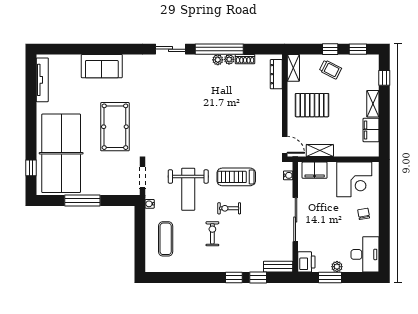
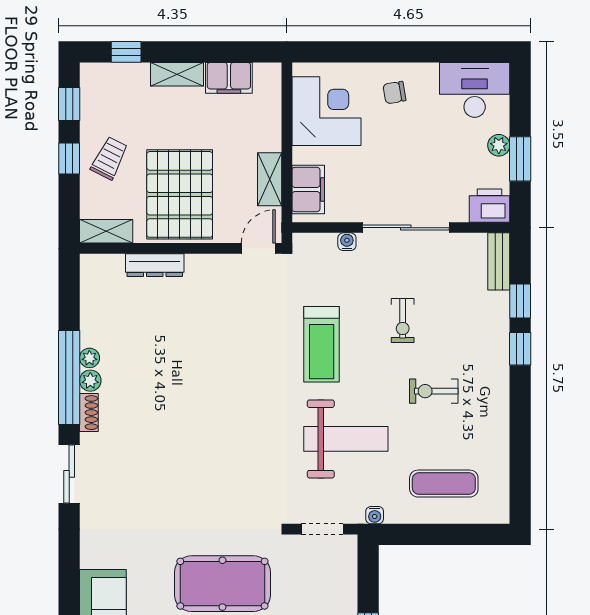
shoe rack: (245, 59) -> (89, 413), moved
dresser: (276, 74) -> (155, 265), moved
pallet: (312, 105) -> (180, 194), width x1.37, depth x1.41
water cooler: (288, 175) -> (347, 242), moved
exercise bike: (229, 208) -> (403, 321), moved

